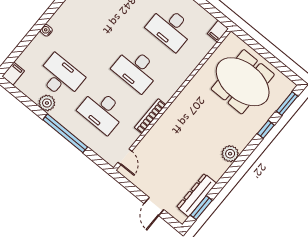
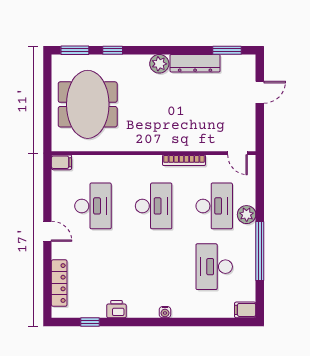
water cooler: (46, 30) -> (165, 312), moved
plant: (47, 103) -> (247, 215), moved
window: (65, 133) -> (260, 251), moved
door: (125, 157) -> (237, 153), swing flipped
dresser: (197, 195) -> (195, 63), moved

